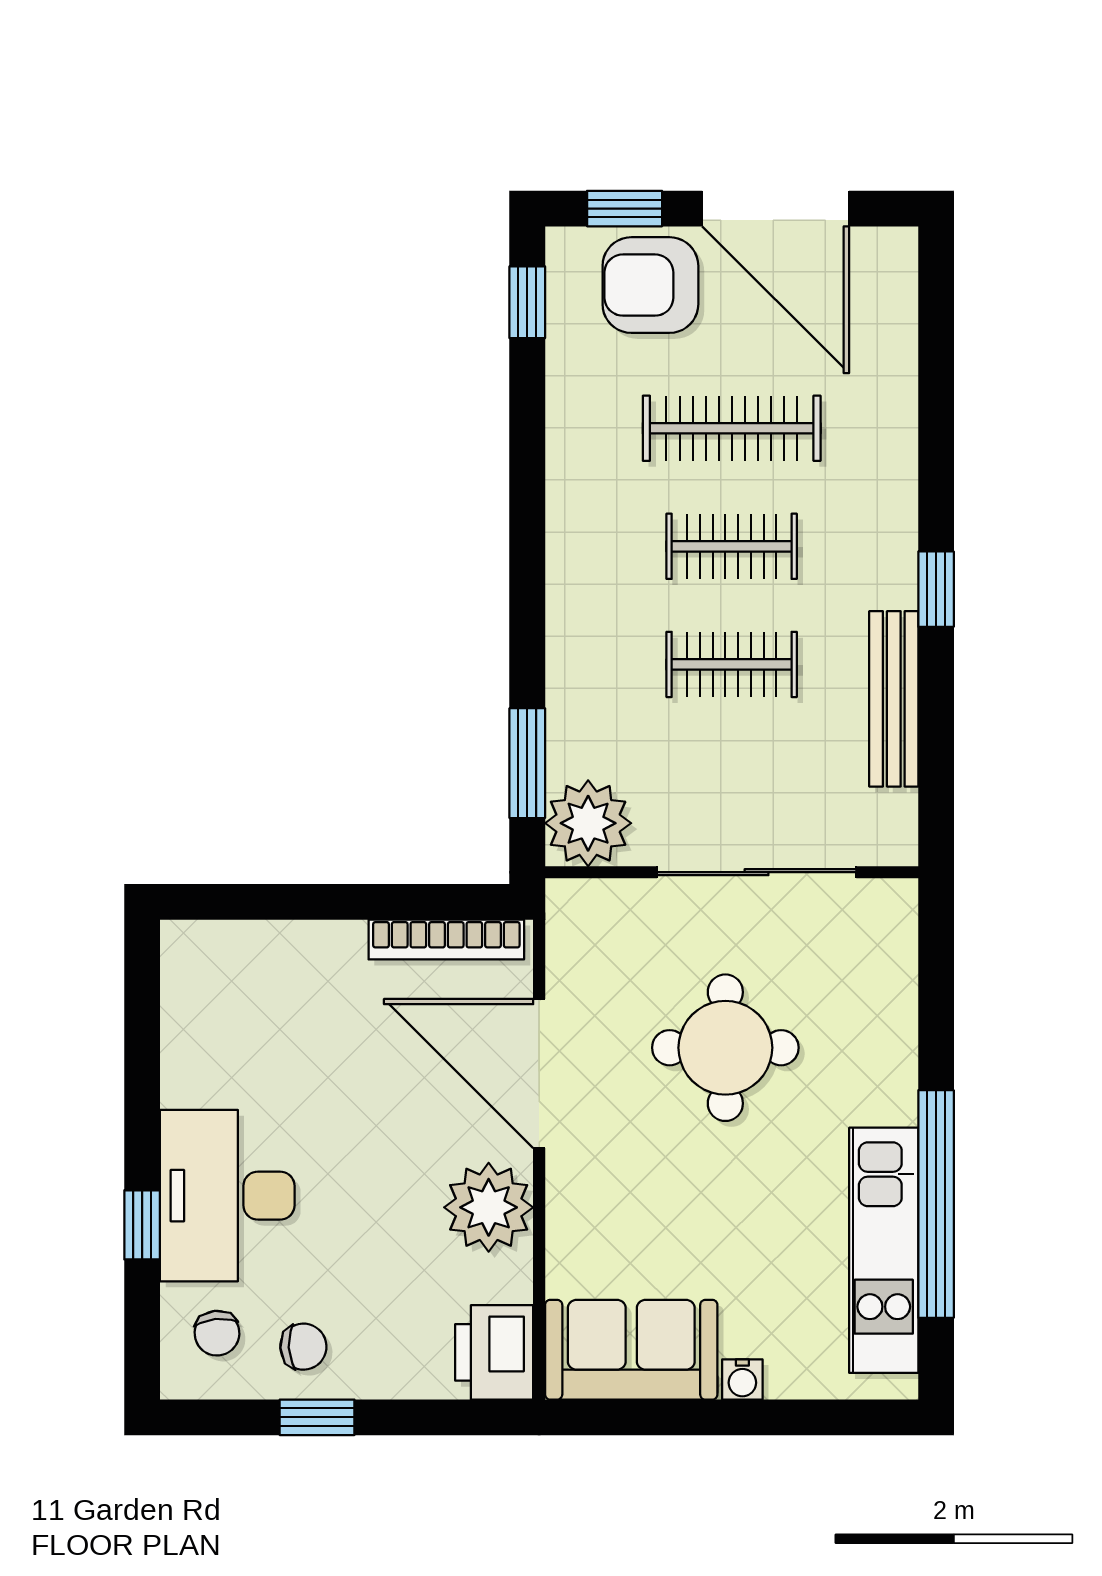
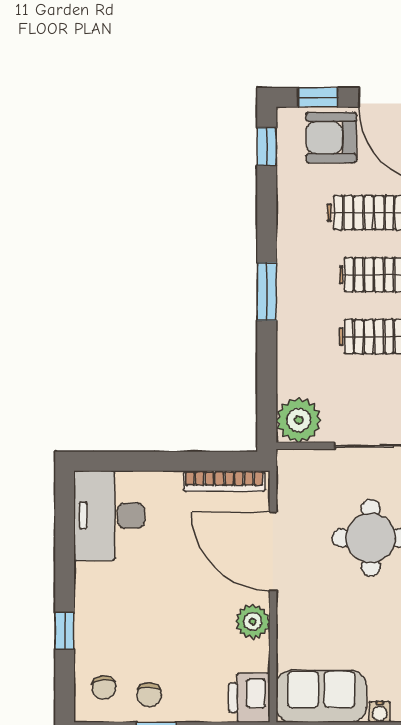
window: (527, 763) -> (267, 292), moved
desk: (227, 1196) -> (109, 516), moved
plant: (489, 1207) -> (253, 622), width x0.73, depth x0.73
chair: (303, 1347) -> (149, 695), turned 93

